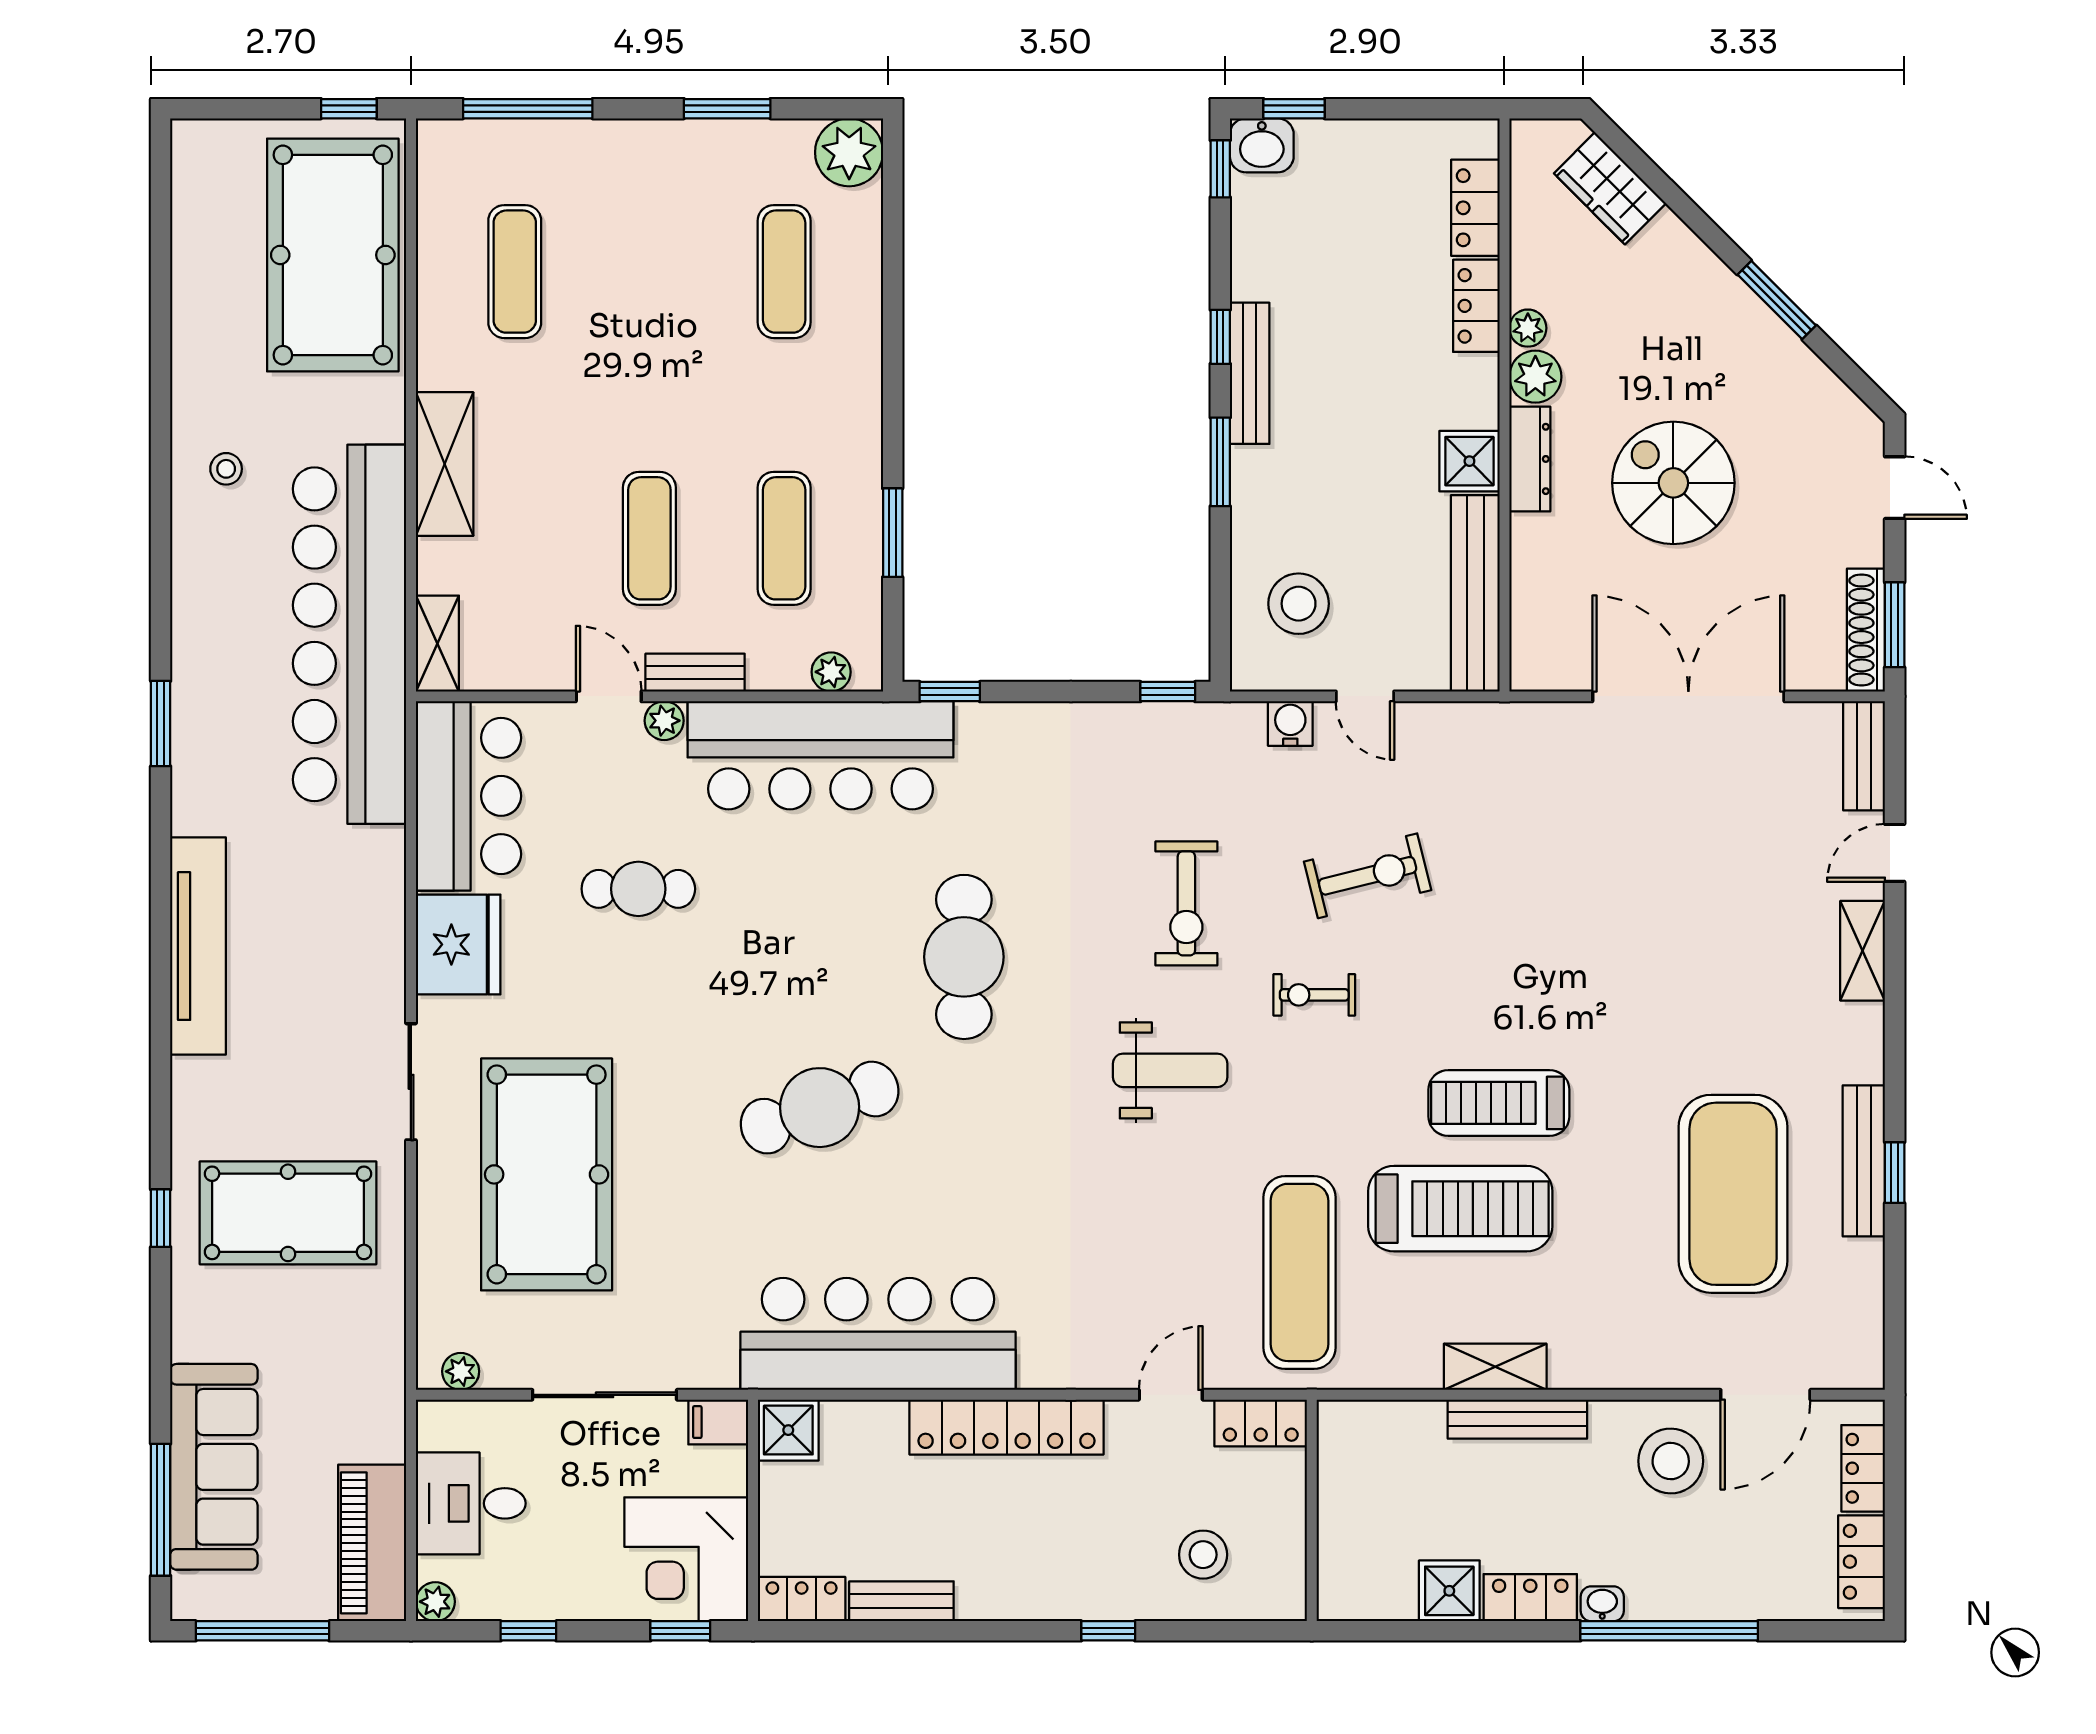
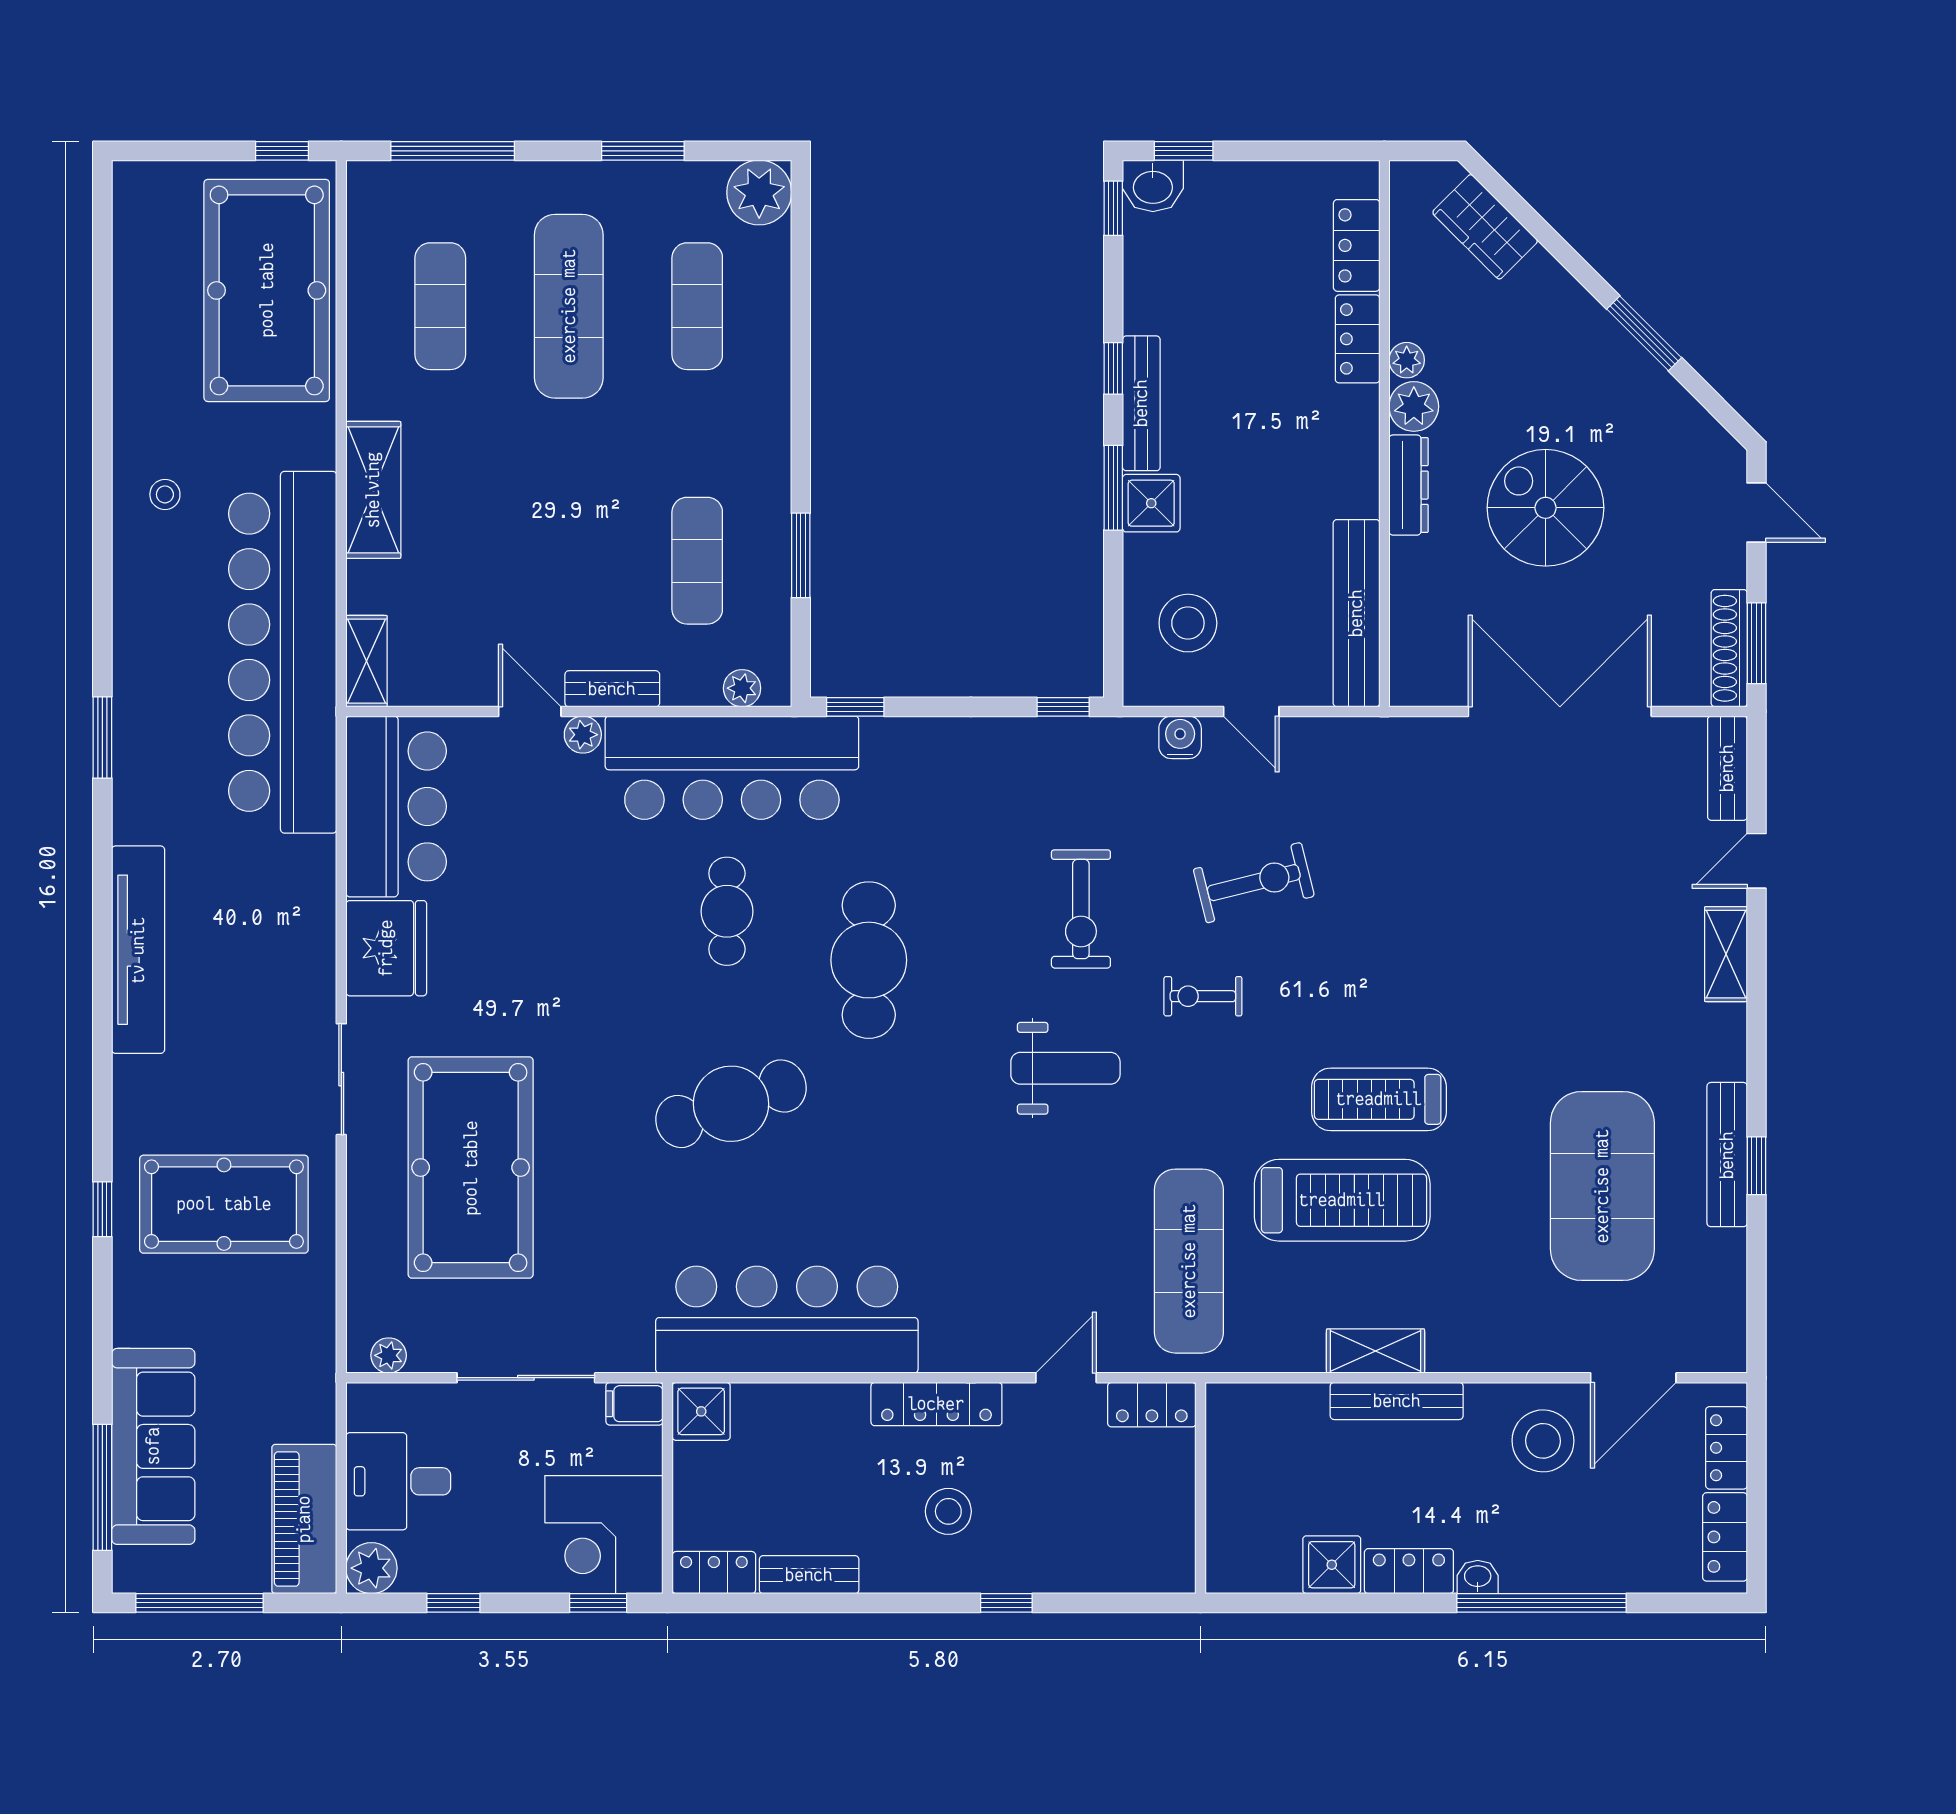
shower: (1469, 461) -> (1151, 503), moved
exercise mat: (649, 538) -> (569, 306), moved, width x1.36, depth x1.45
cafe table: (638, 889) -> (727, 911), moved, turned 90
locker: (1007, 1427) -> (936, 1404), width x0.71, depth x0.83
stool: (1203, 1555) -> (948, 1511), moved
plant: (435, 1602) -> (371, 1568), width x1.38, depth x1.38

